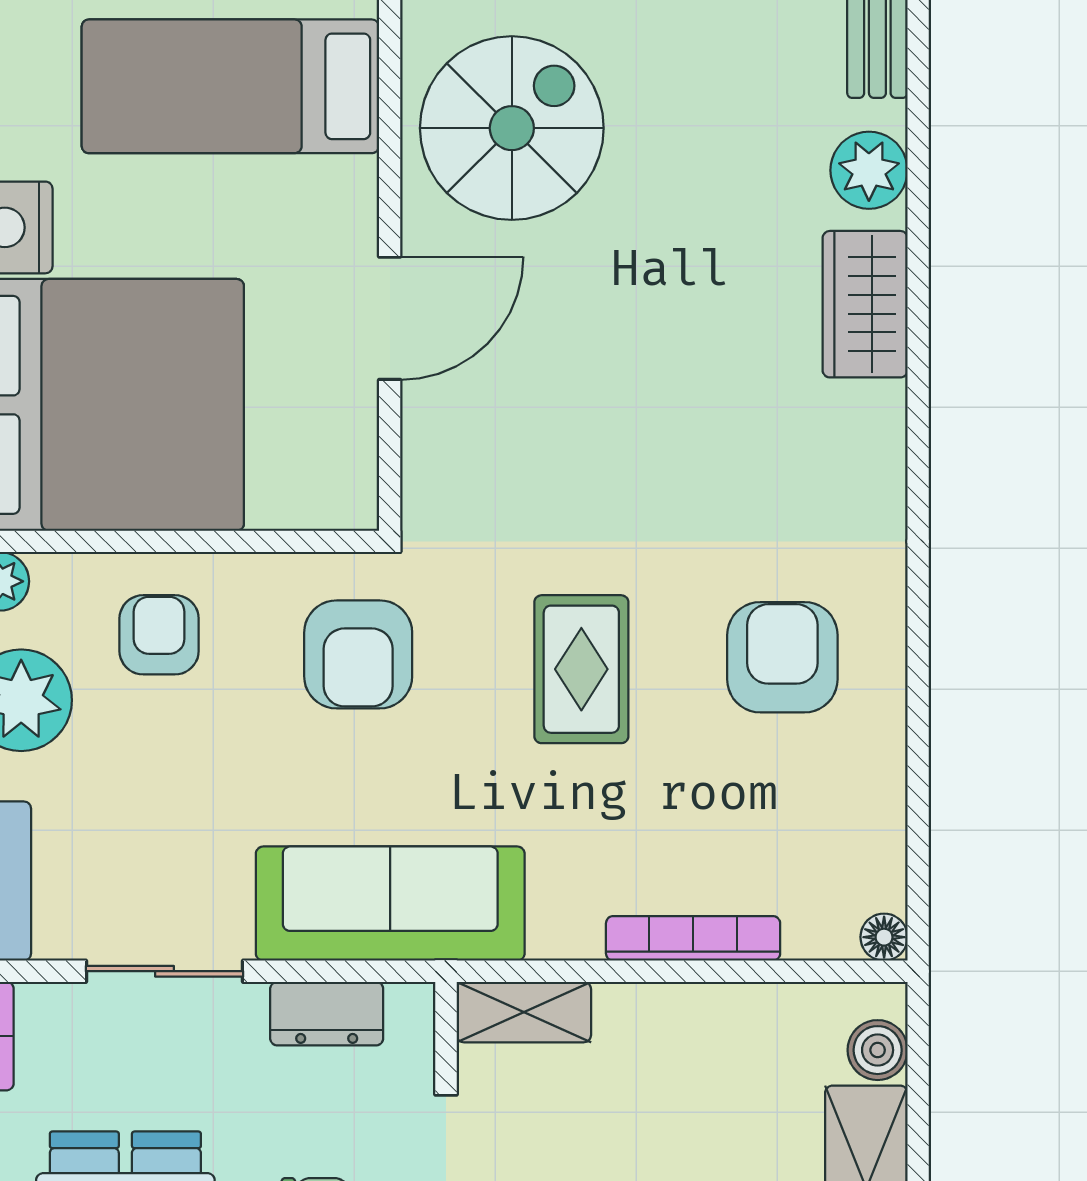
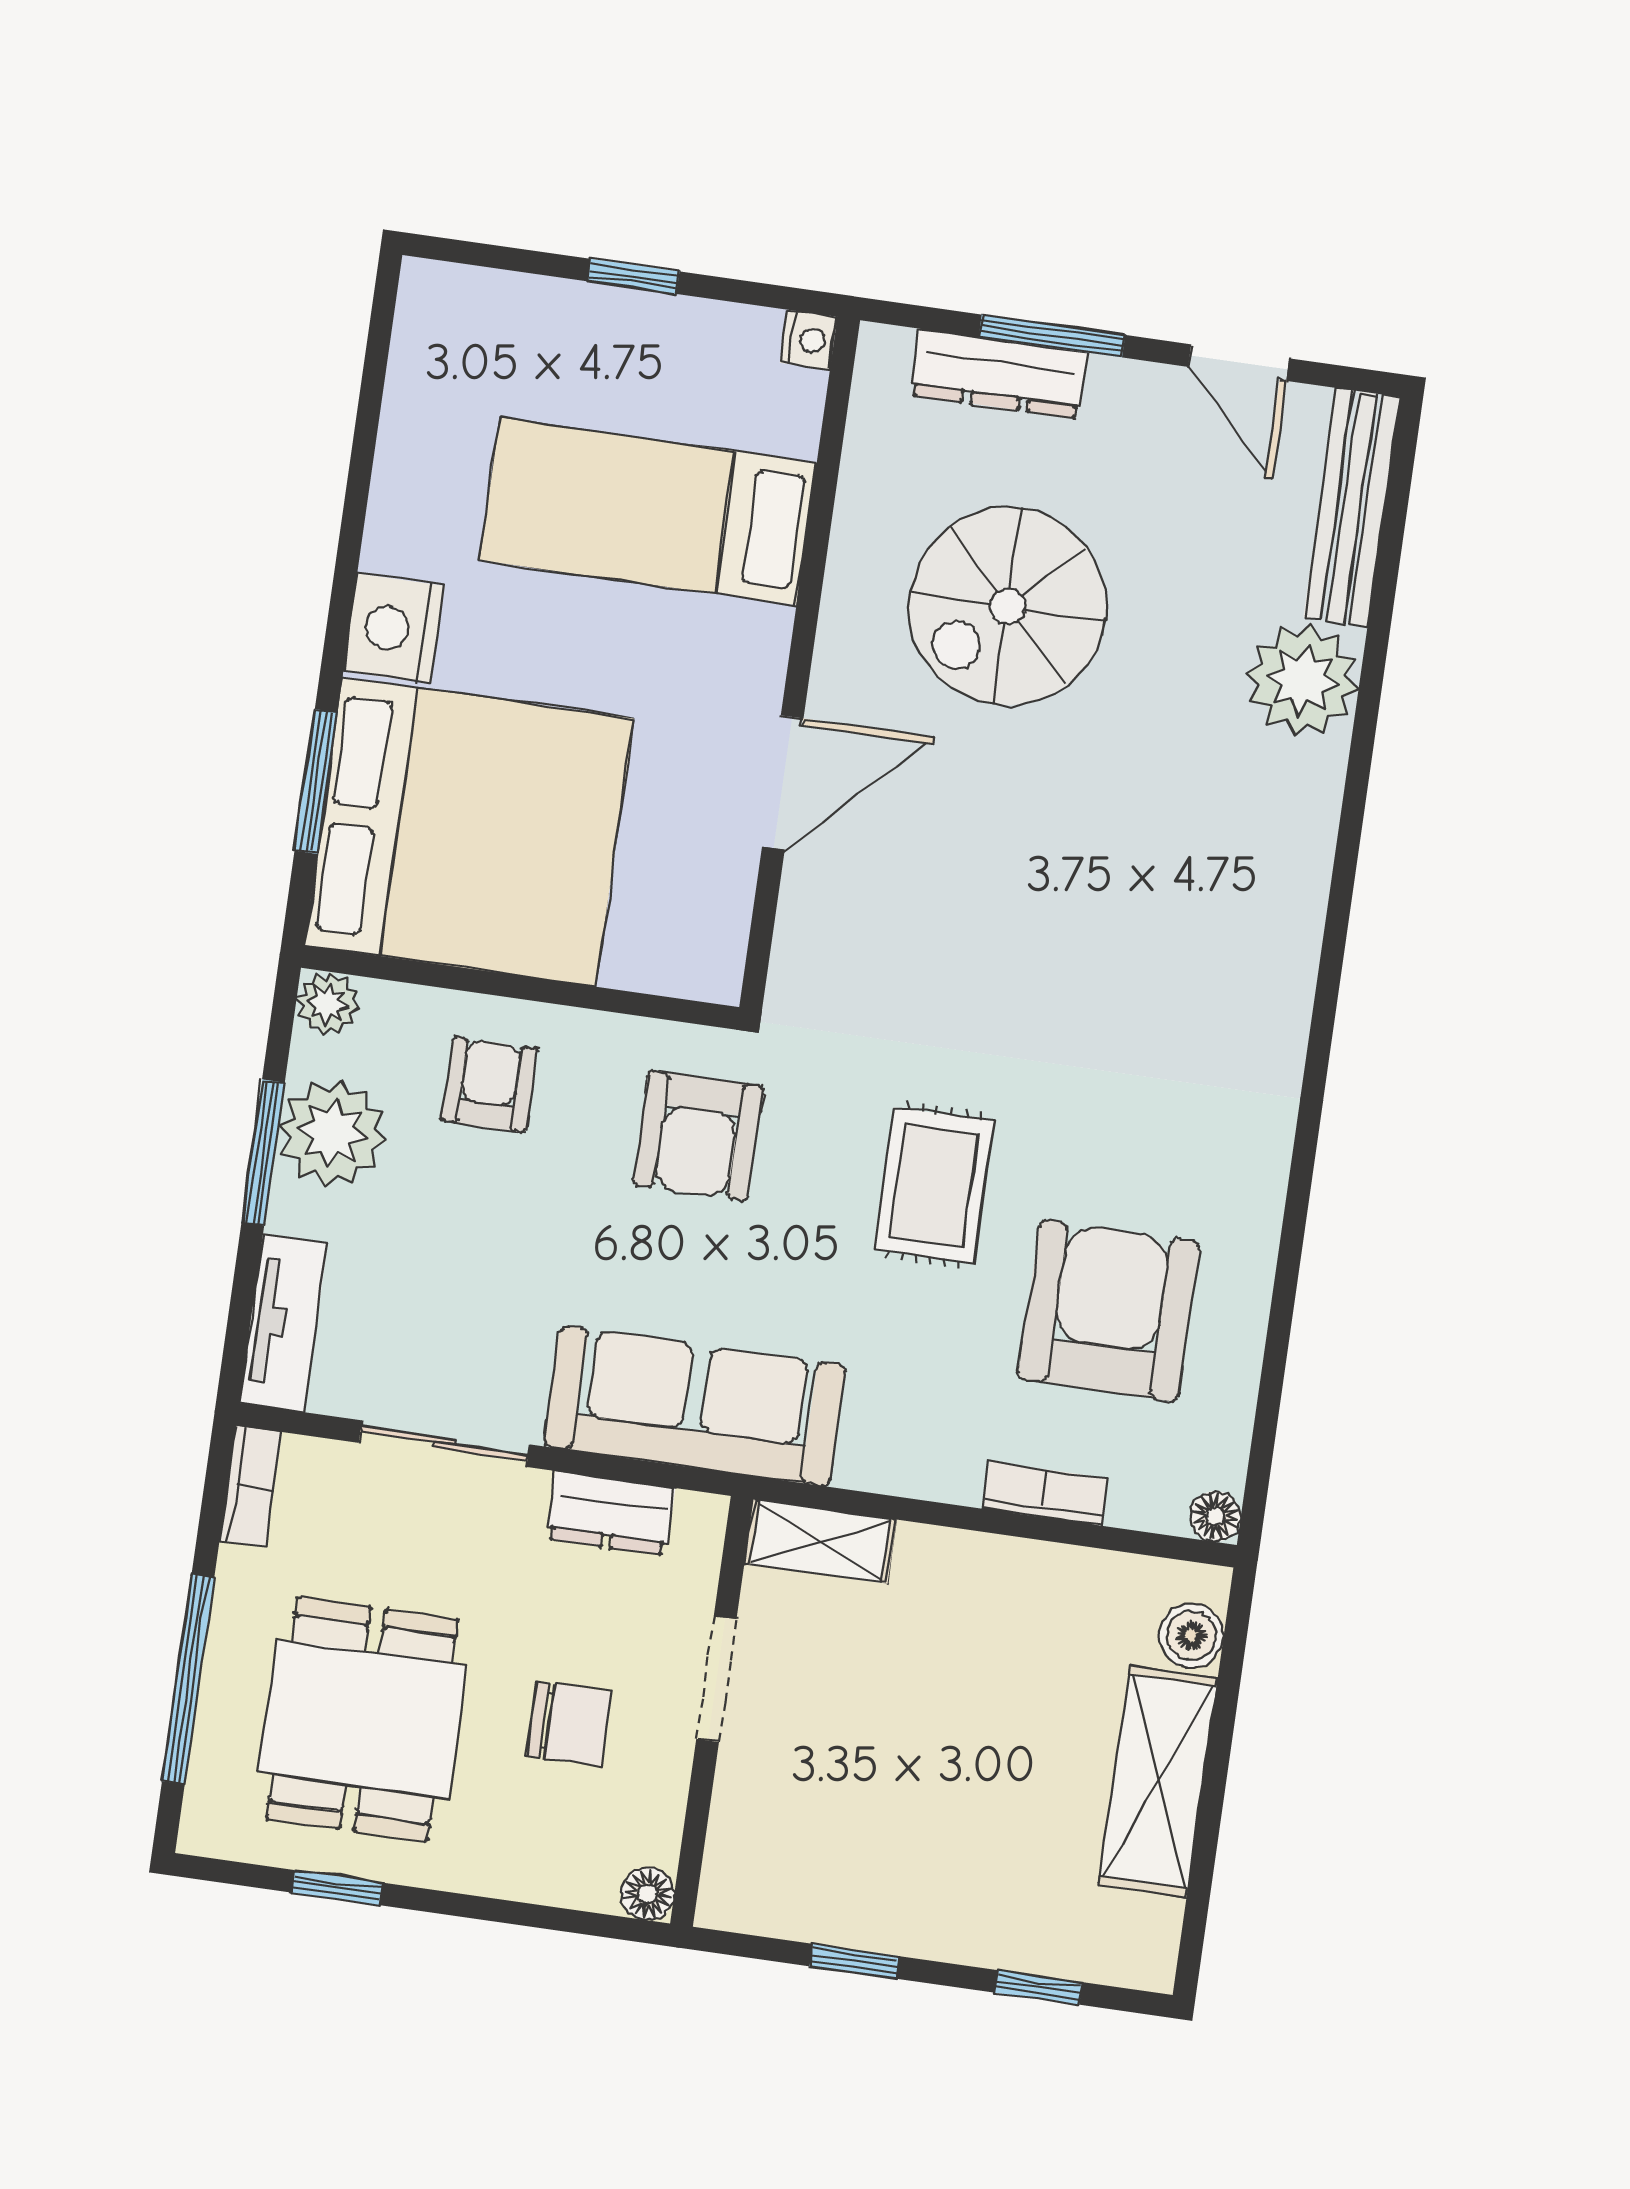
spiral stairs: (512, 128) -> (1008, 606), moved, turned 180
plant: (869, 170) -> (1303, 681), width x1.36, depth x1.36
wardrobe: (865, 304) -> (1291, 840), removed
armchair: (782, 657) -> (1109, 1311), moved, width x1.36, depth x1.36
bookcase: (693, 938) -> (1045, 1493), width x0.64

